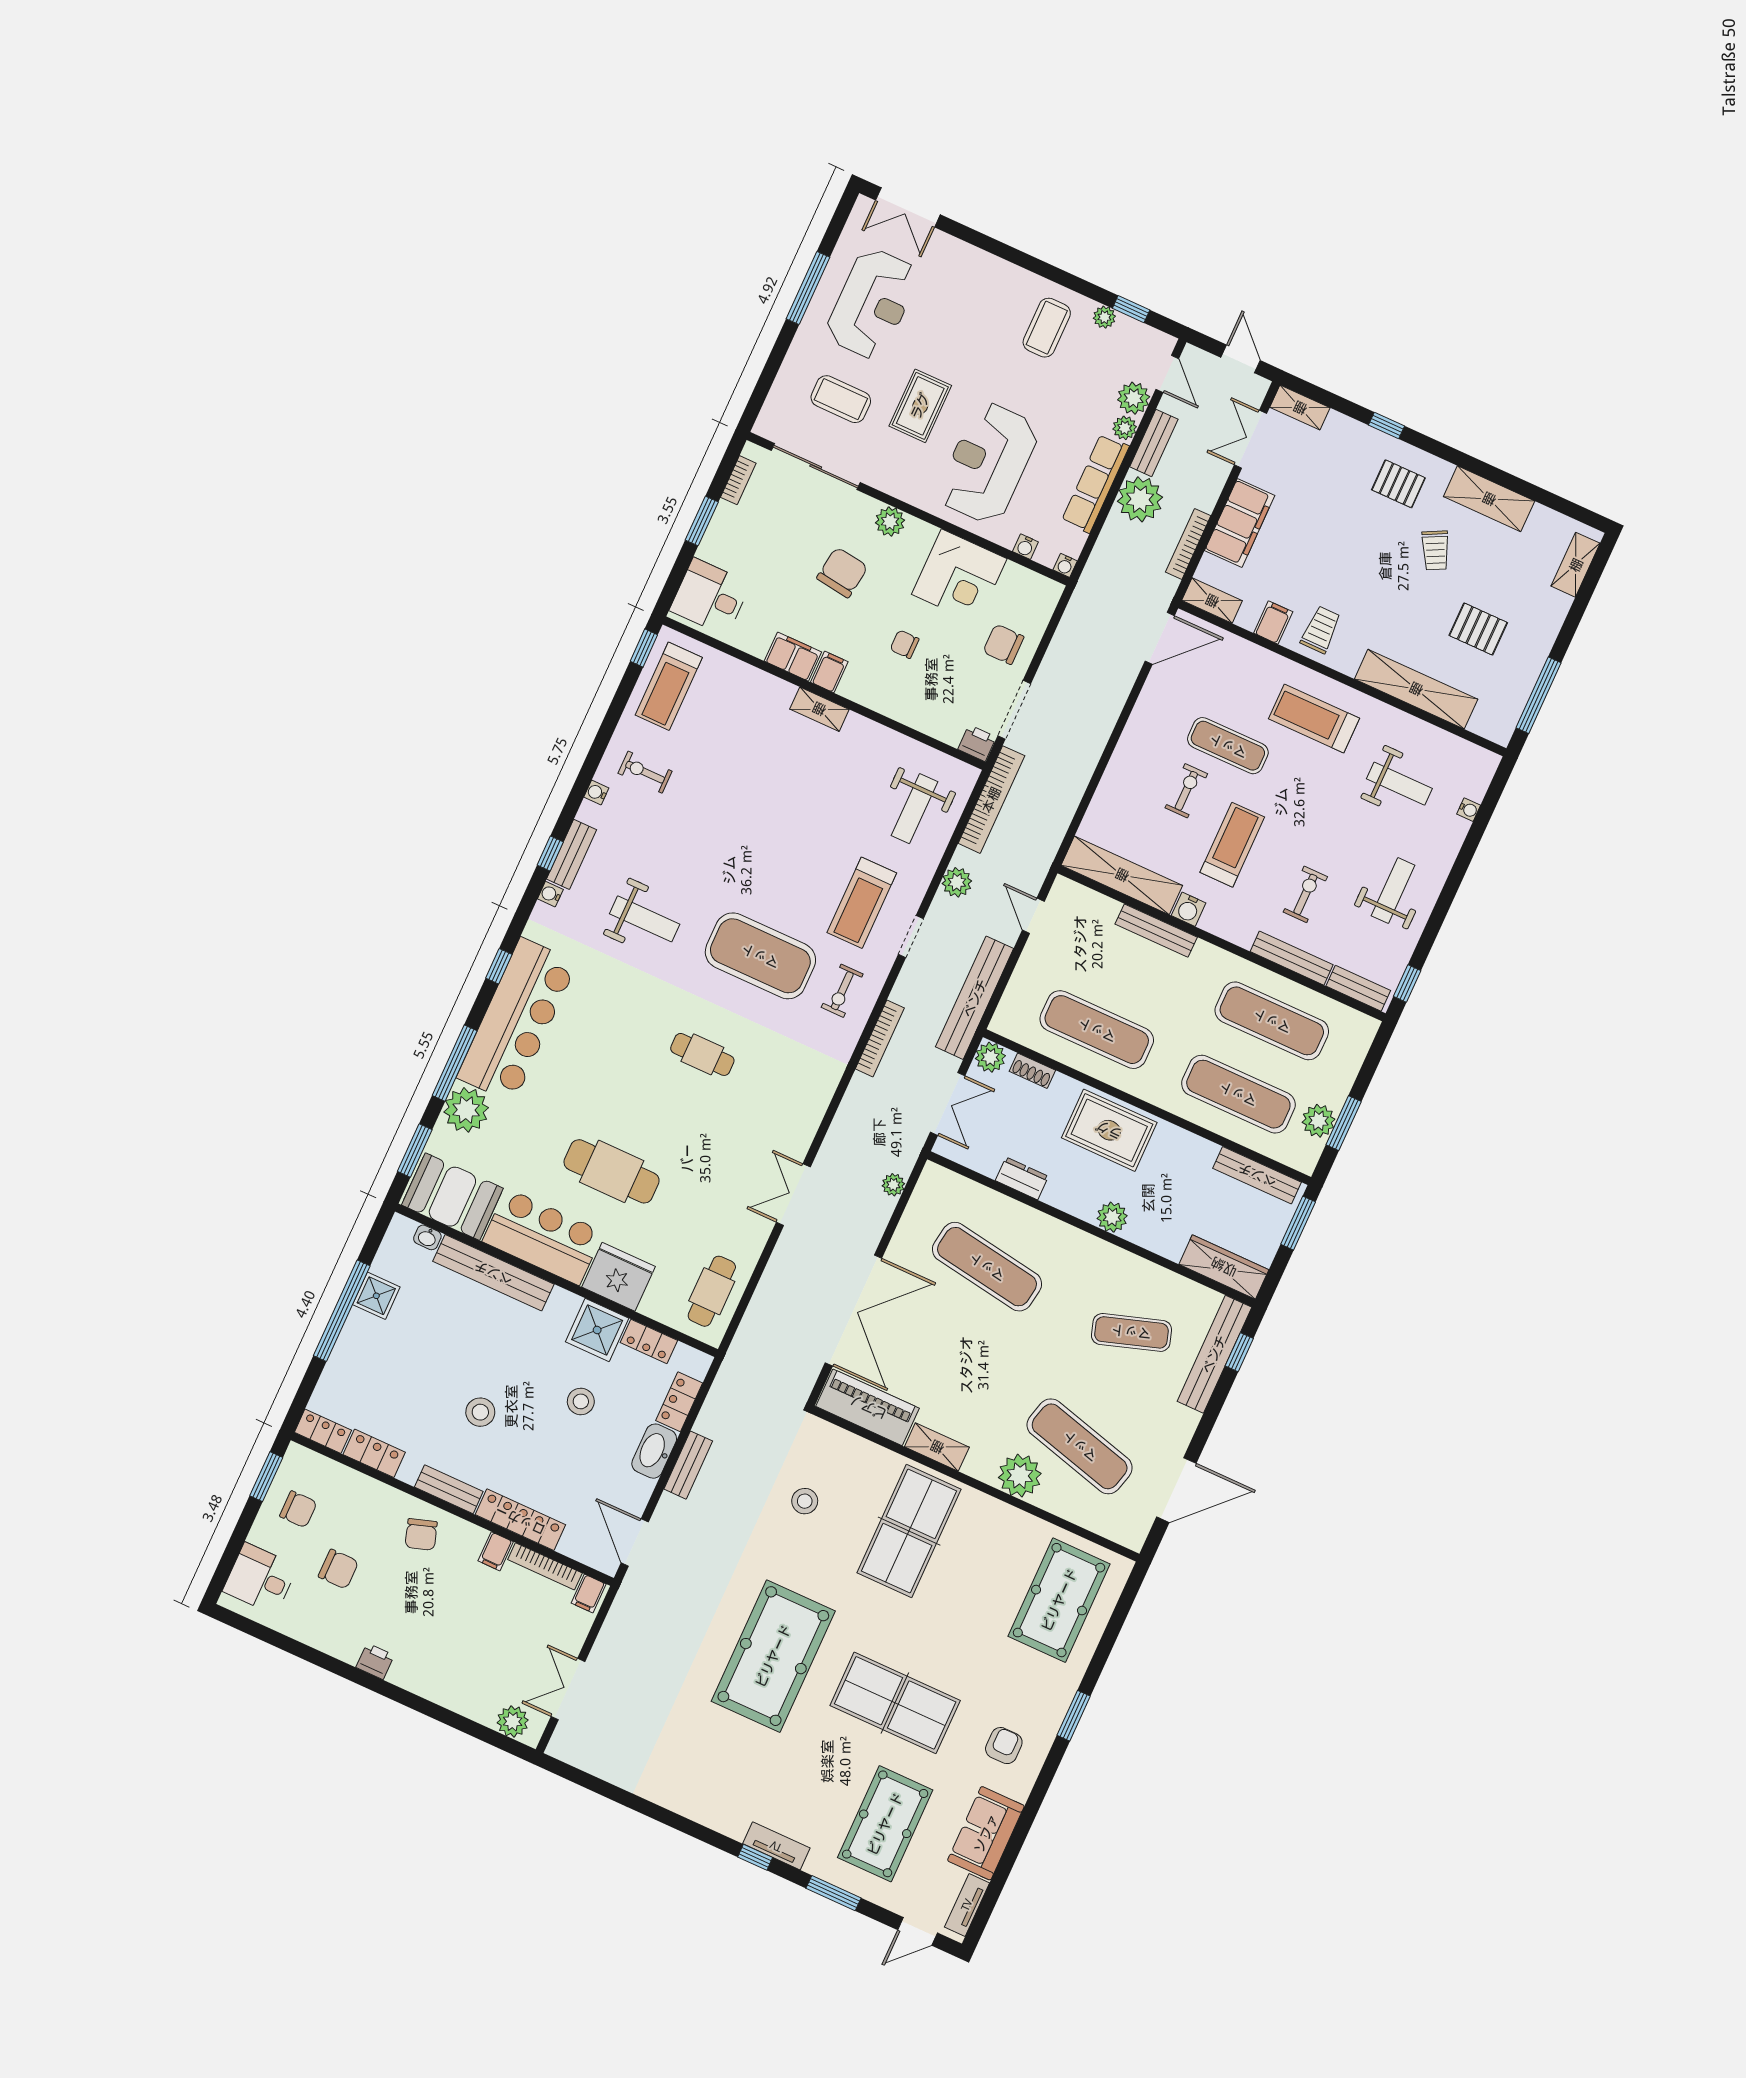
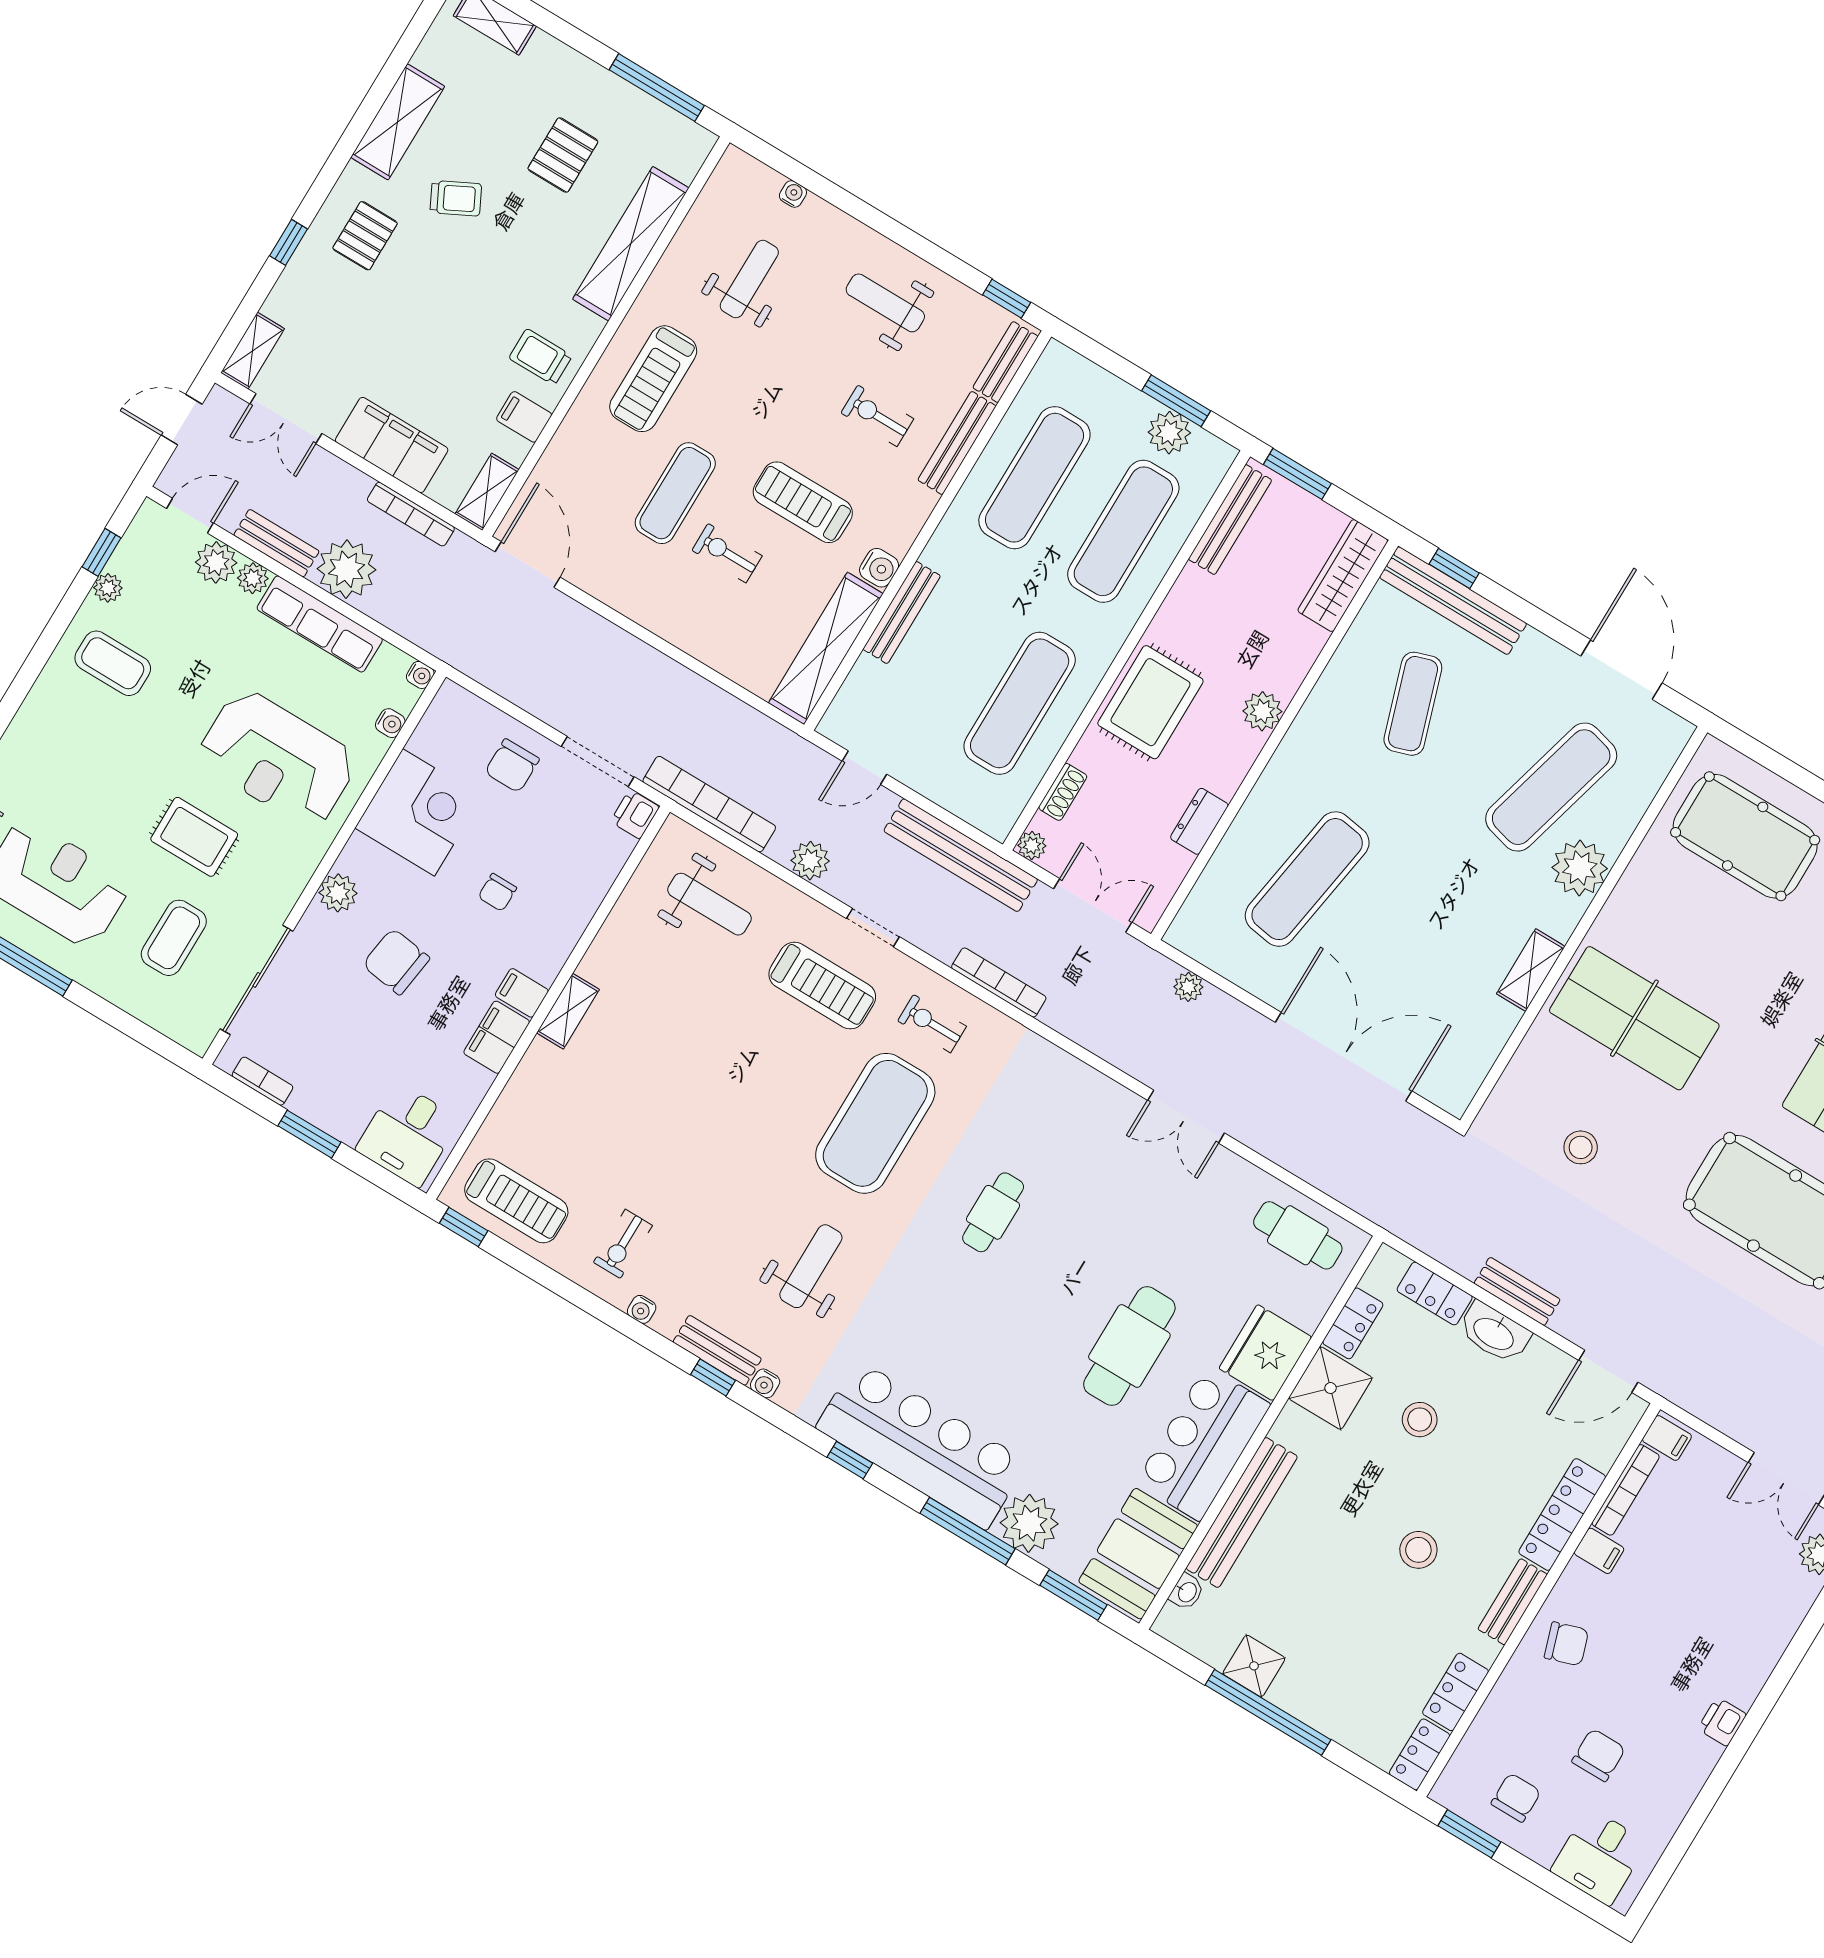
exercise bike: (842, 991) -> (932, 1024), turned 180
plant: (990, 1057) -> (1032, 846), width x0.73, depth x0.73
piano: (868, 1407) -> (1470, 1053), removed

